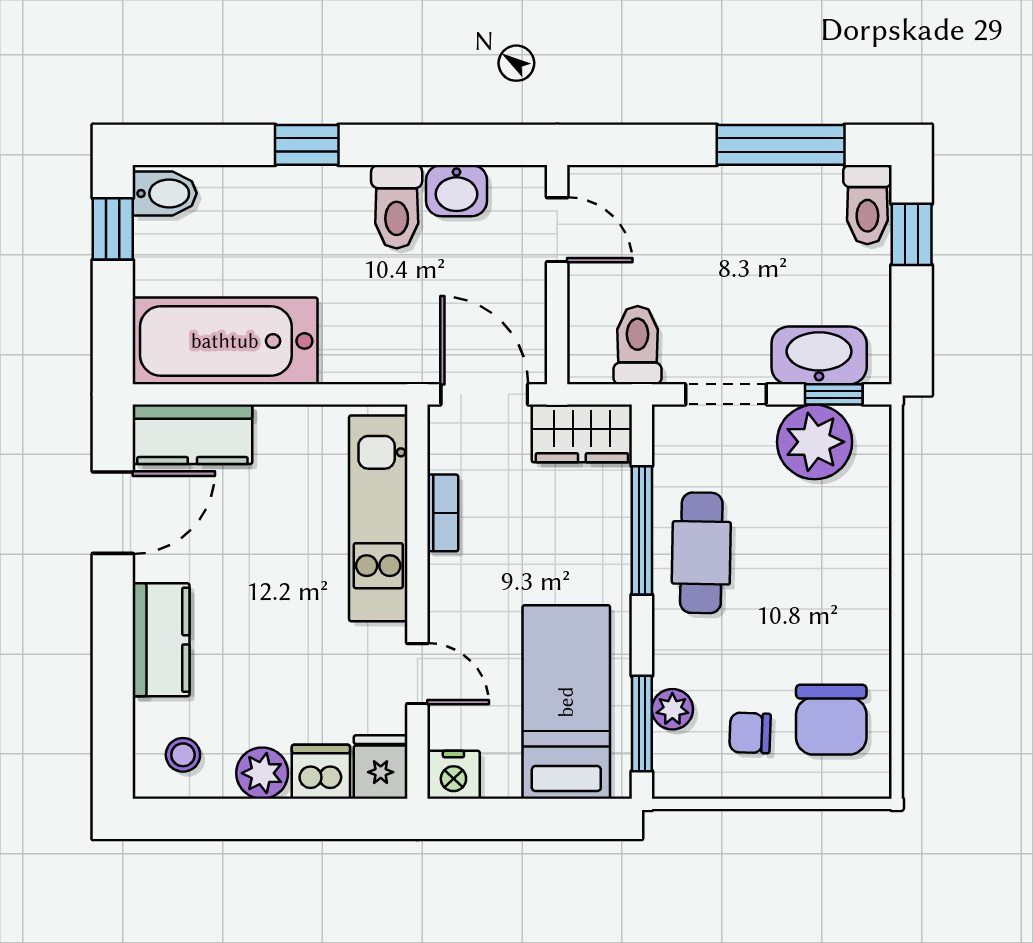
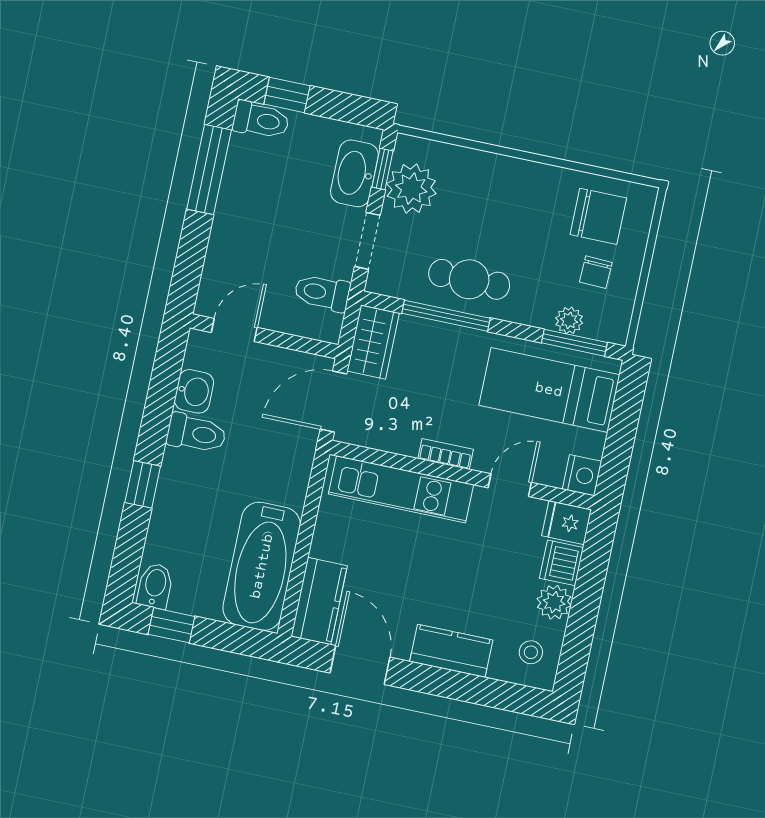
bookcase: (443, 513) -> (446, 454), moved

